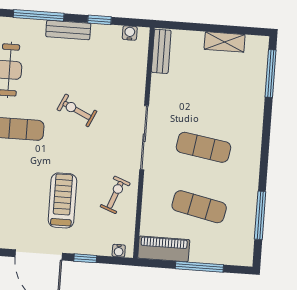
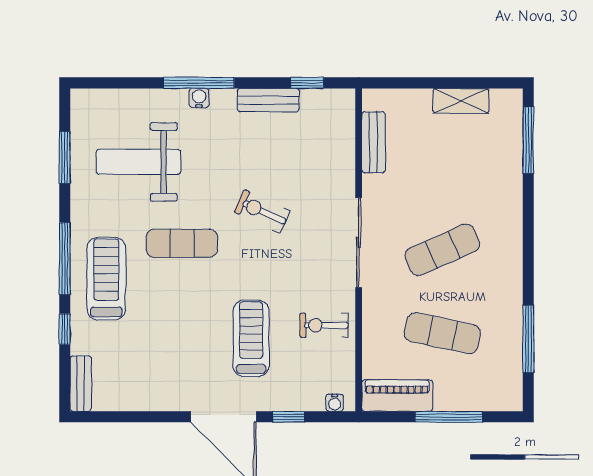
window: (100, 20) -> (307, 83), moved
bench: (68, 30) -> (268, 100), moved
water cooler: (130, 33) -> (199, 98), moved
bench: (161, 51) -> (374, 142), moved
exercise mat: (204, 147) -> (442, 250), turned -33
exercise bike: (115, 195) -> (324, 325), turned -111

